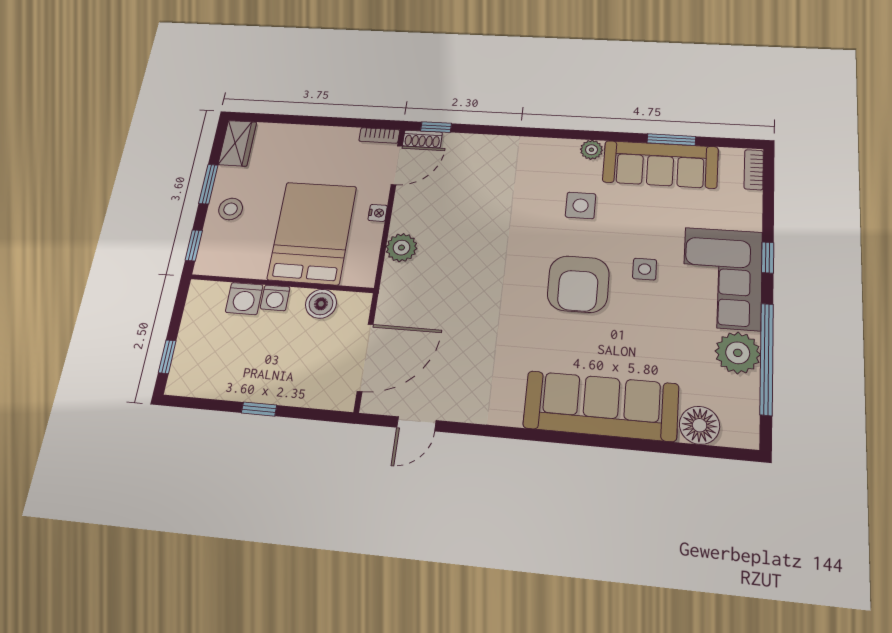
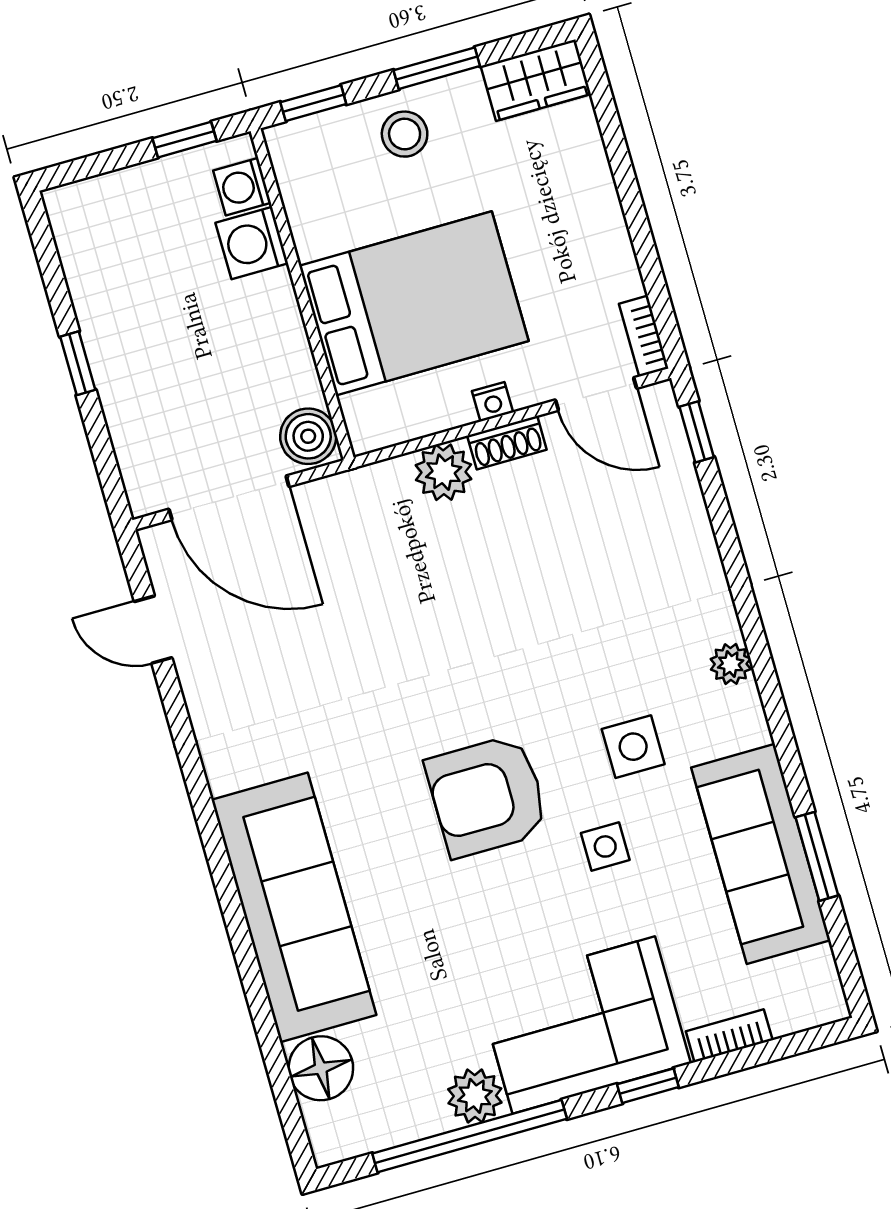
shoe rack: (422, 139) -> (507, 443), moved, turned -90
plant: (591, 150) -> (731, 664), moved
bookcase: (754, 170) -> (729, 1036), moved
side table: (645, 269) -> (605, 846), moved
washing machine: (275, 298) -> (242, 187), moved
boiler: (321, 304) -> (308, 436), moved
plant: (738, 353) -> (475, 1096), width x0.73, depth x0.73
window: (167, 357) -> (185, 140), moved

